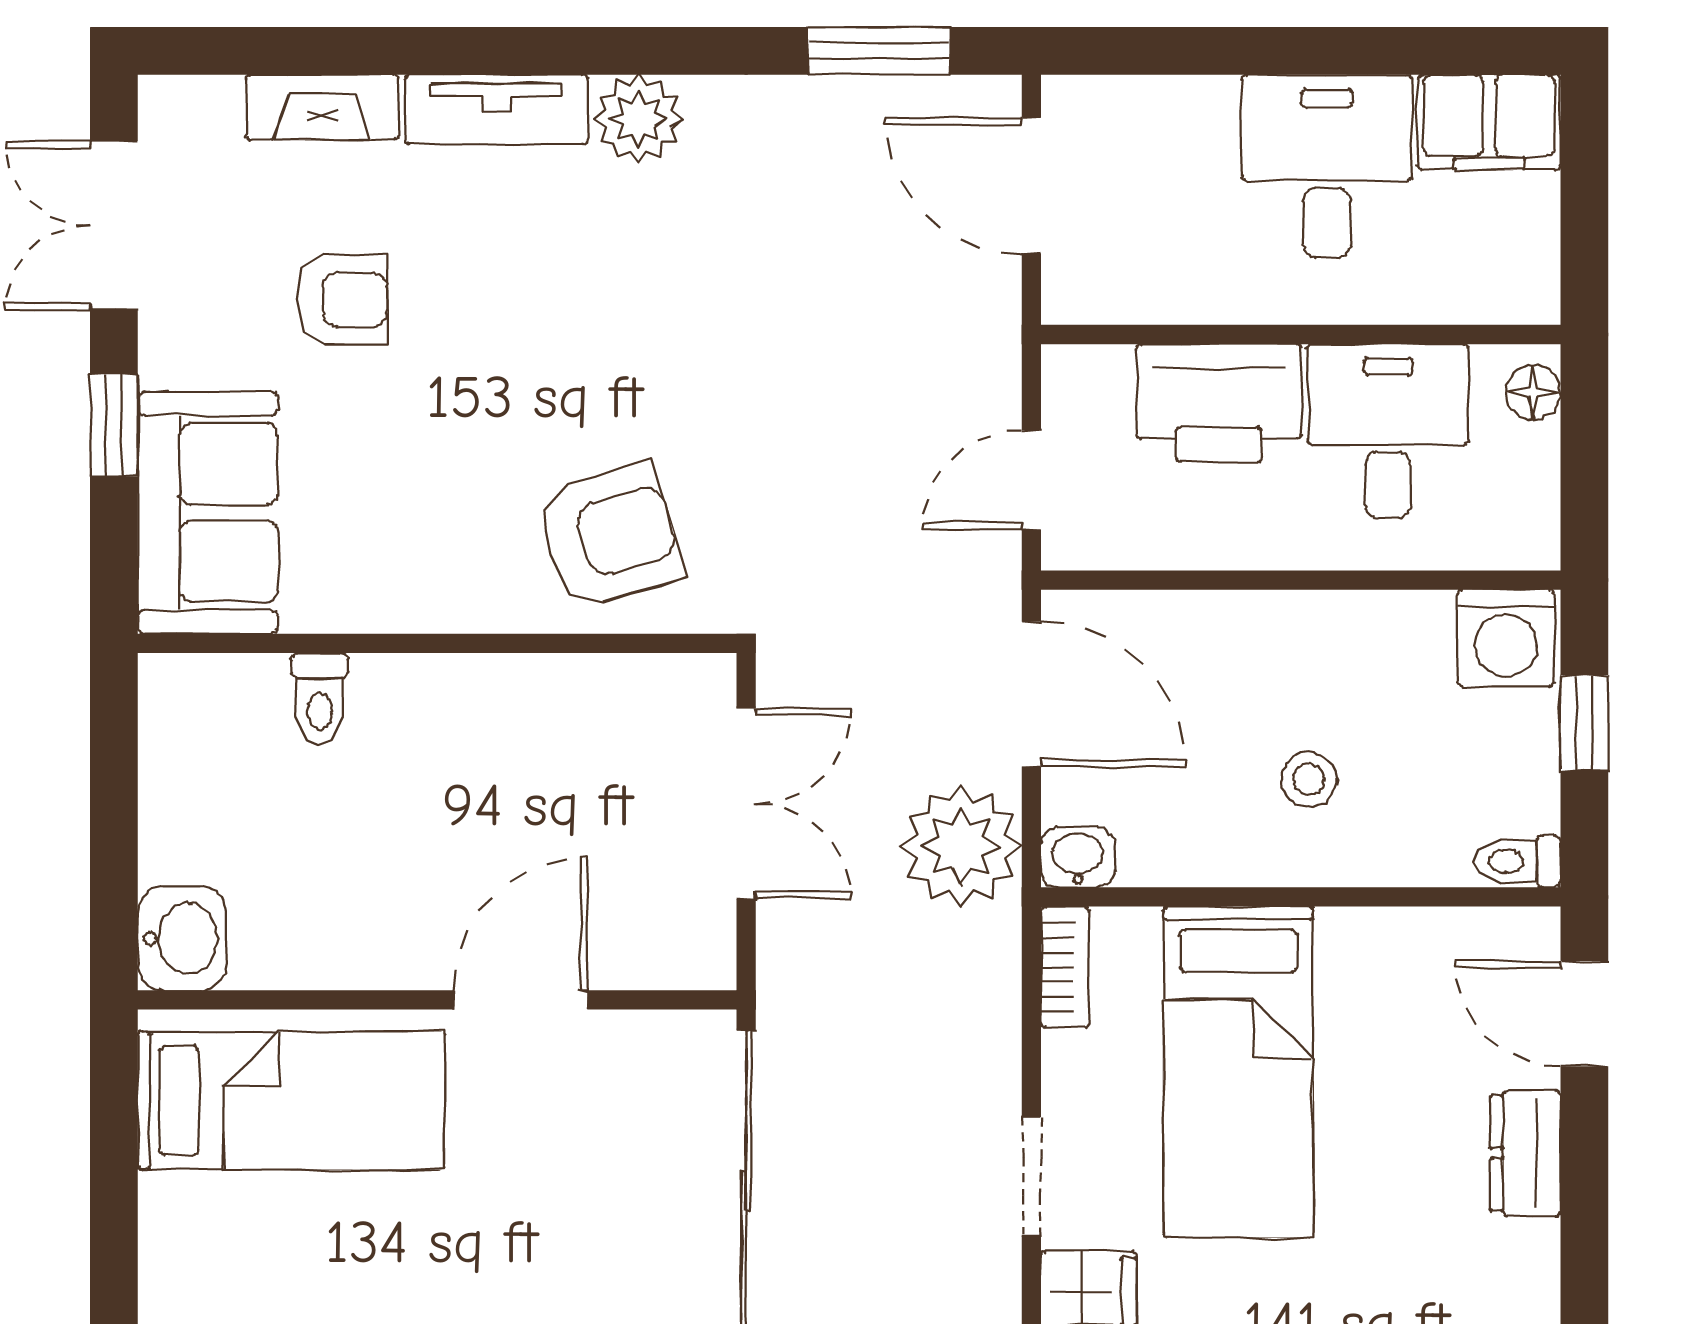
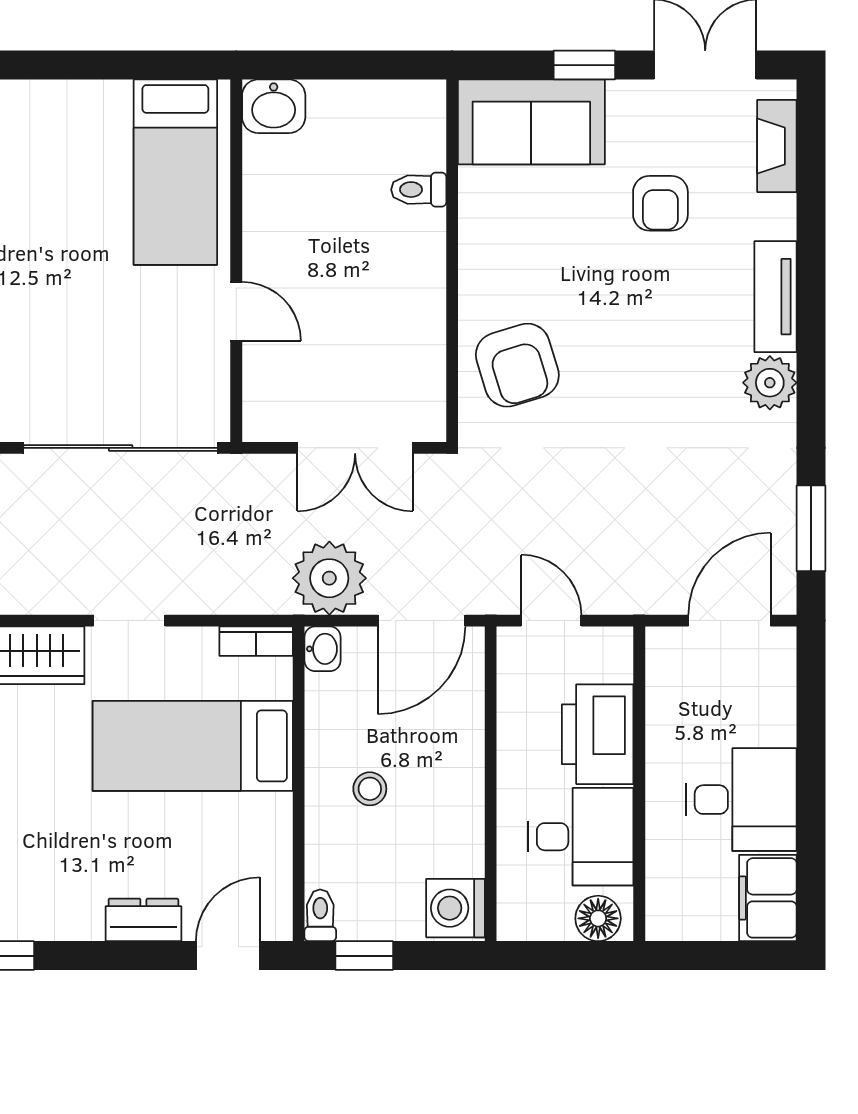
fireplace: (322, 107) -> (777, 146), moved
floor lamp: (1533, 392) -> (598, 918), width x1.37, depth x1.37
window: (1584, 723) -> (364, 956), moved
door: (521, 1000) -> (236, 311), width x0.73

